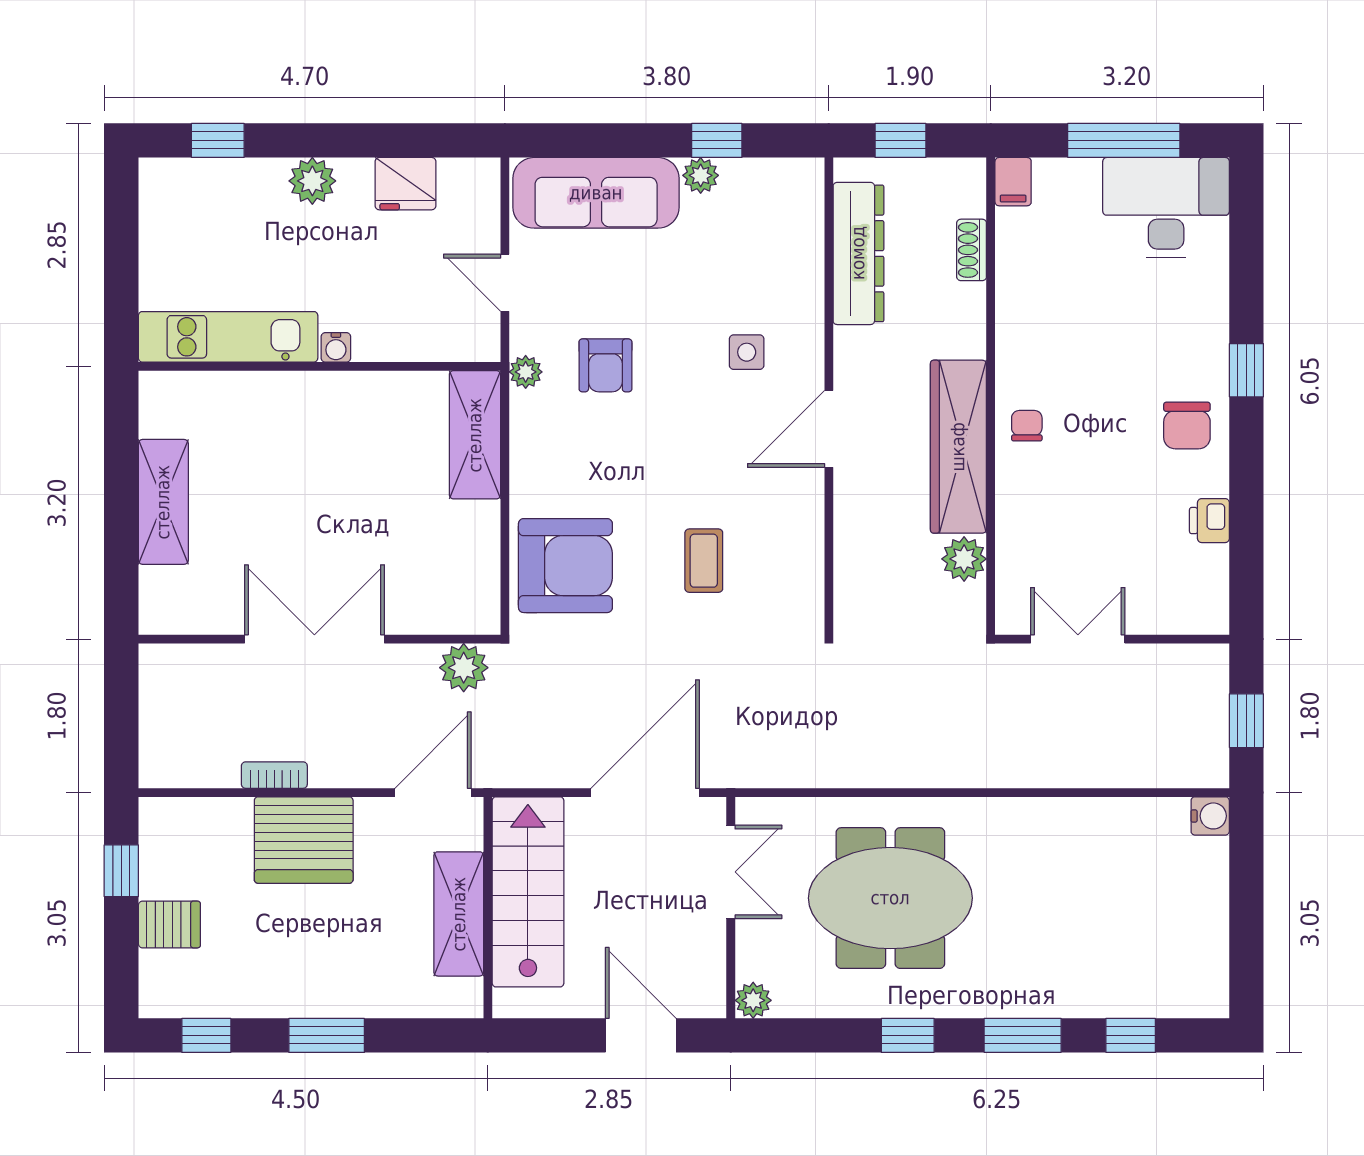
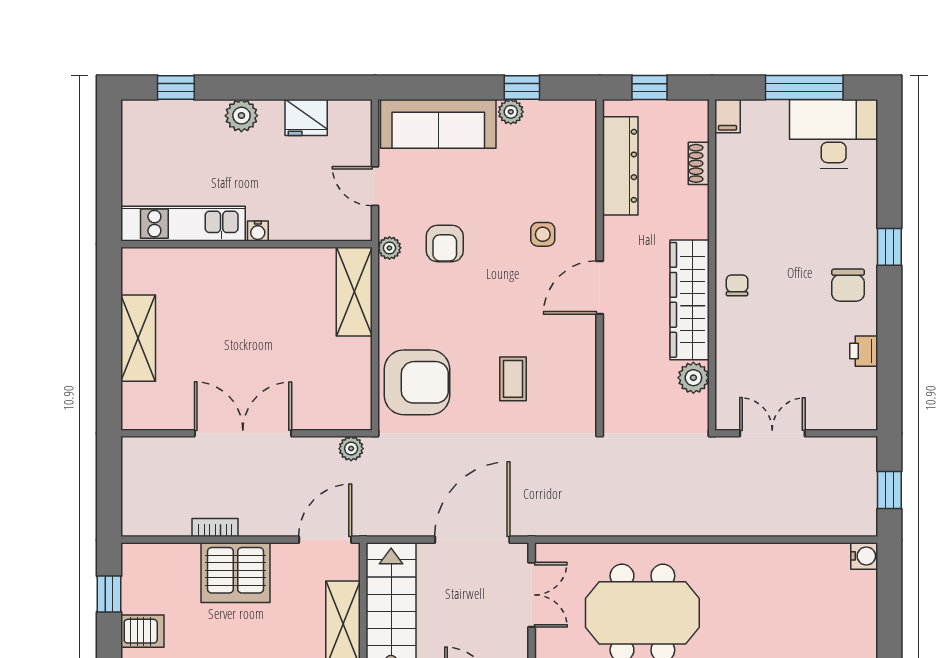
plant: (464, 668) -> (351, 449), width x0.73, depth x0.73

